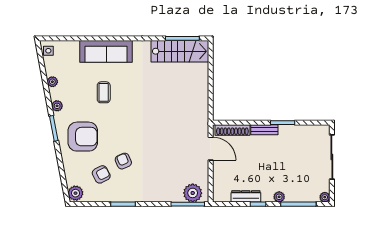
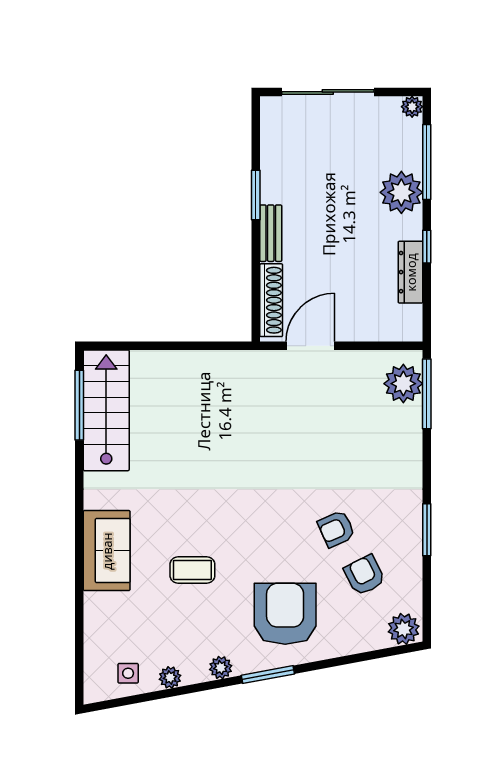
side table: (48, 51) -> (128, 673), moved
sofa: (106, 51) -> (107, 551), width x0.73
plant: (279, 197) -> (401, 192), width x1.88, depth x1.88

